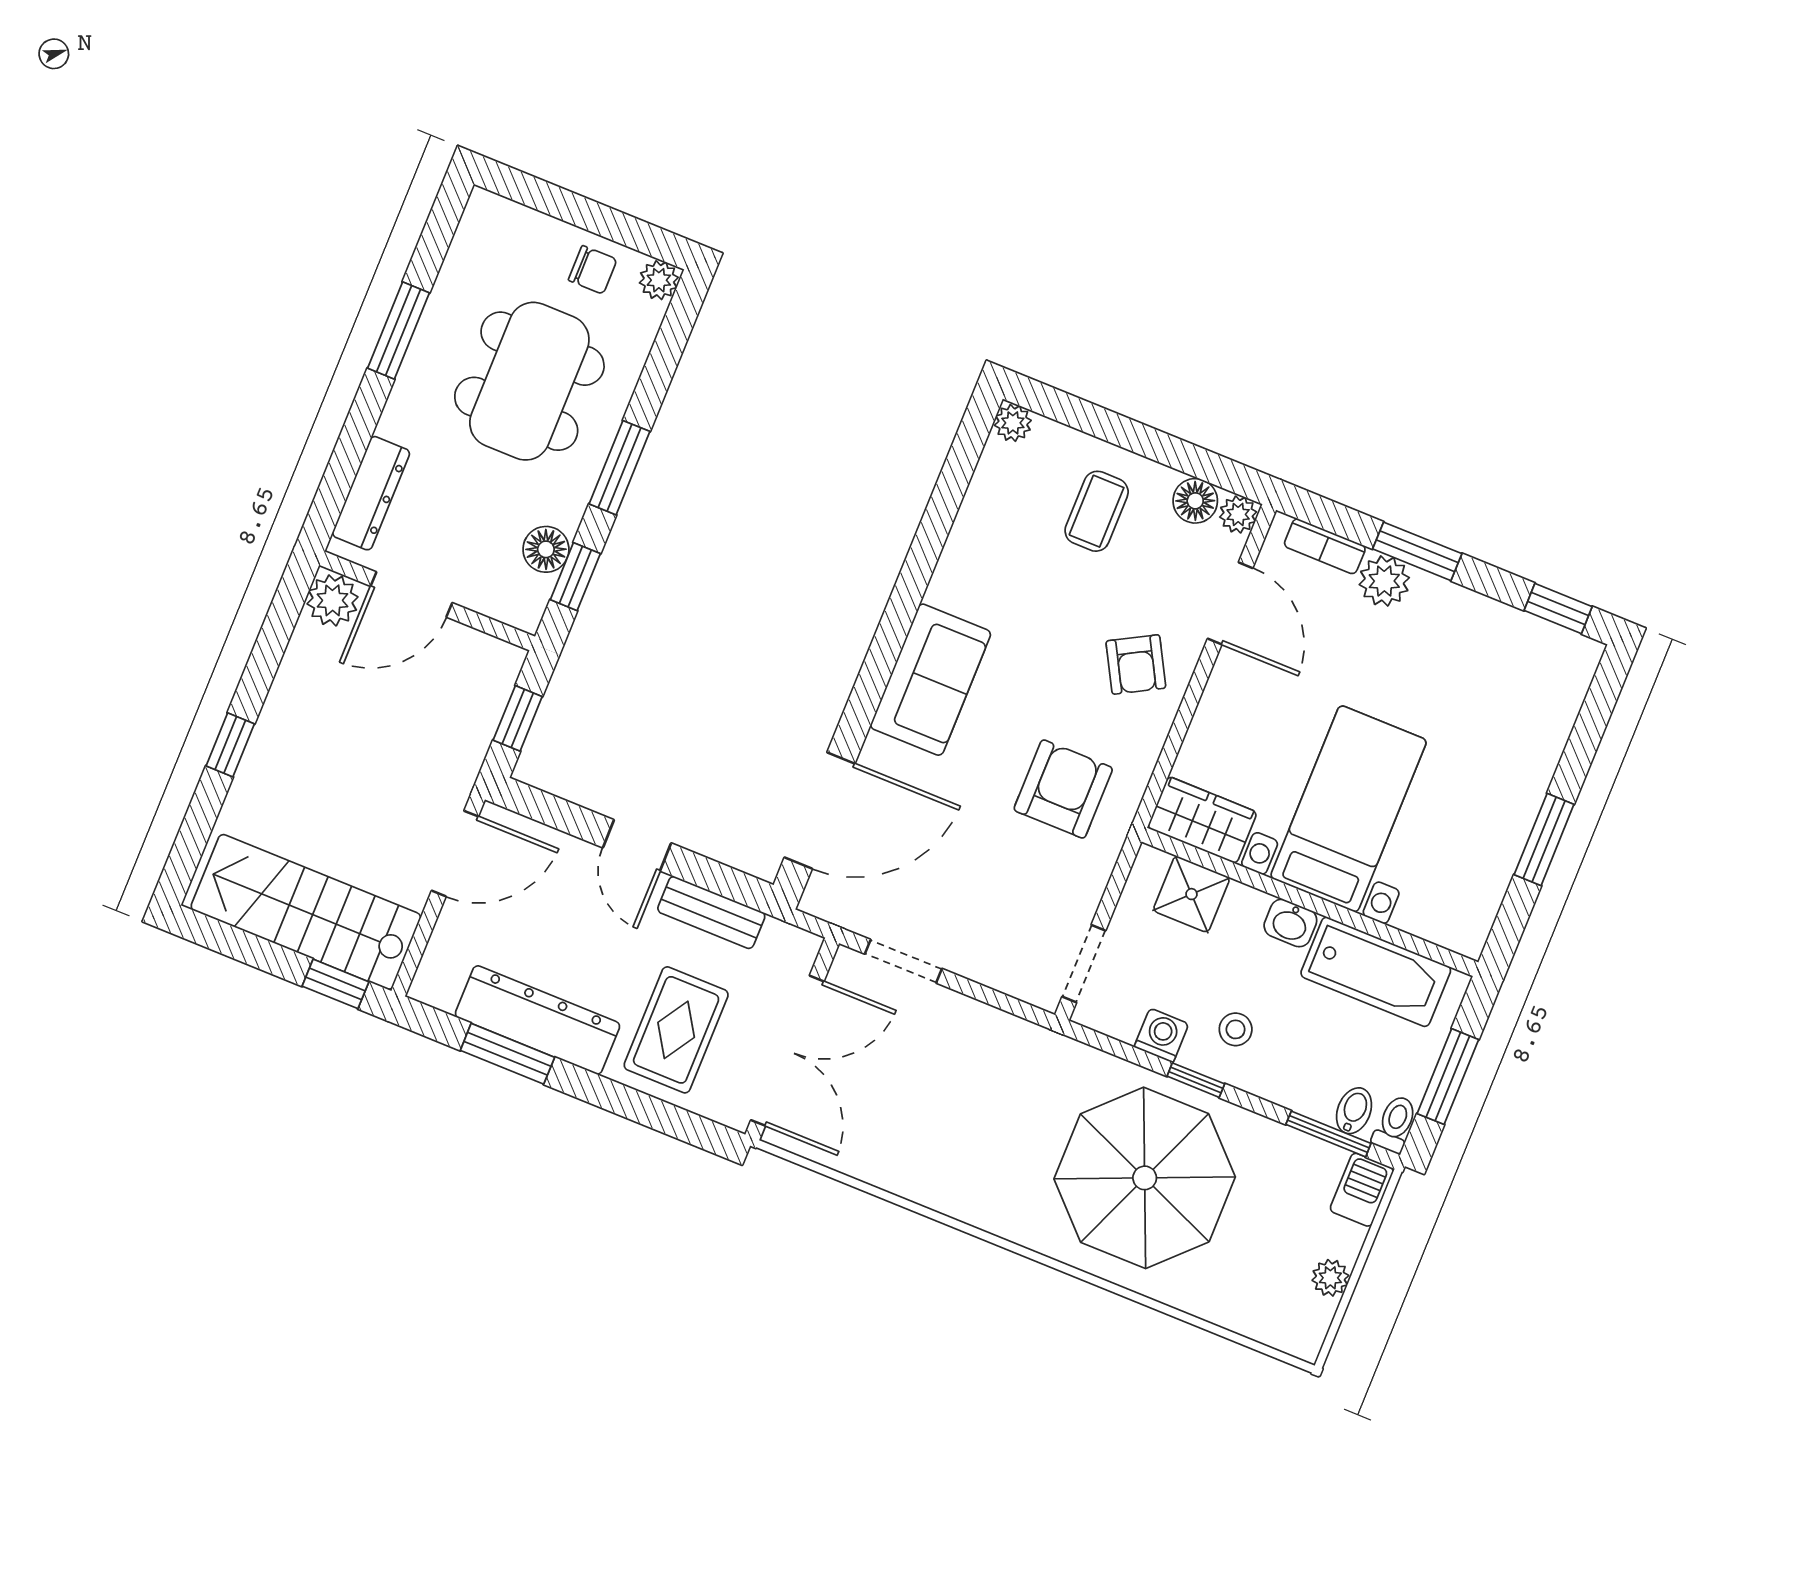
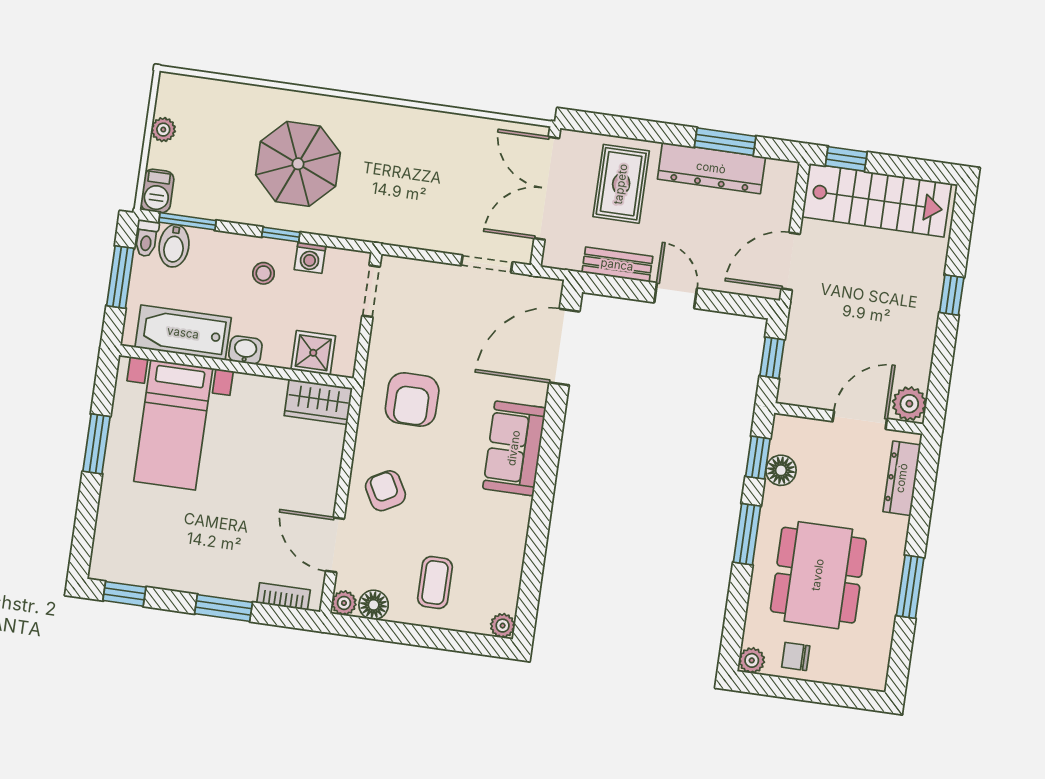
plant: (1384, 581) -> (240, 584), removed
bed with nightstands: (1348, 809) -> (173, 425), moved
bidet: (1354, 1111) -> (174, 246), width x1.38, depth x1.36
parasol: (1145, 1178) -> (298, 164), width x0.73, depth x0.73

